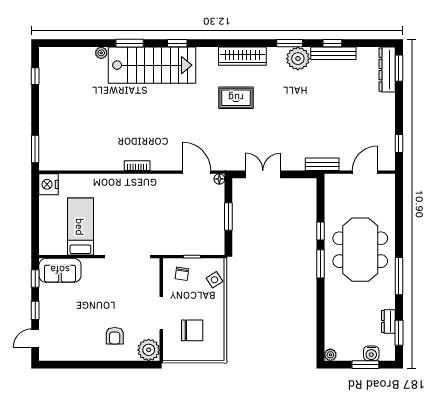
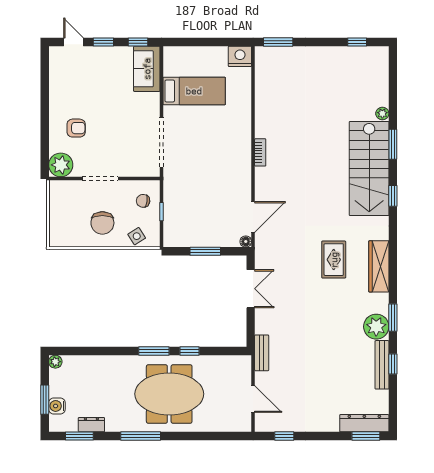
chair: (192, 330) -> (102, 223), moved
armchair: (115, 336) -> (76, 128), turned 180

